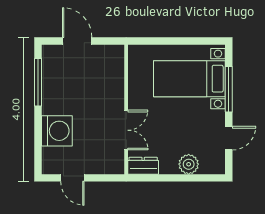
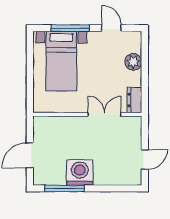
washing machine: (57, 131) -> (80, 173), moved

